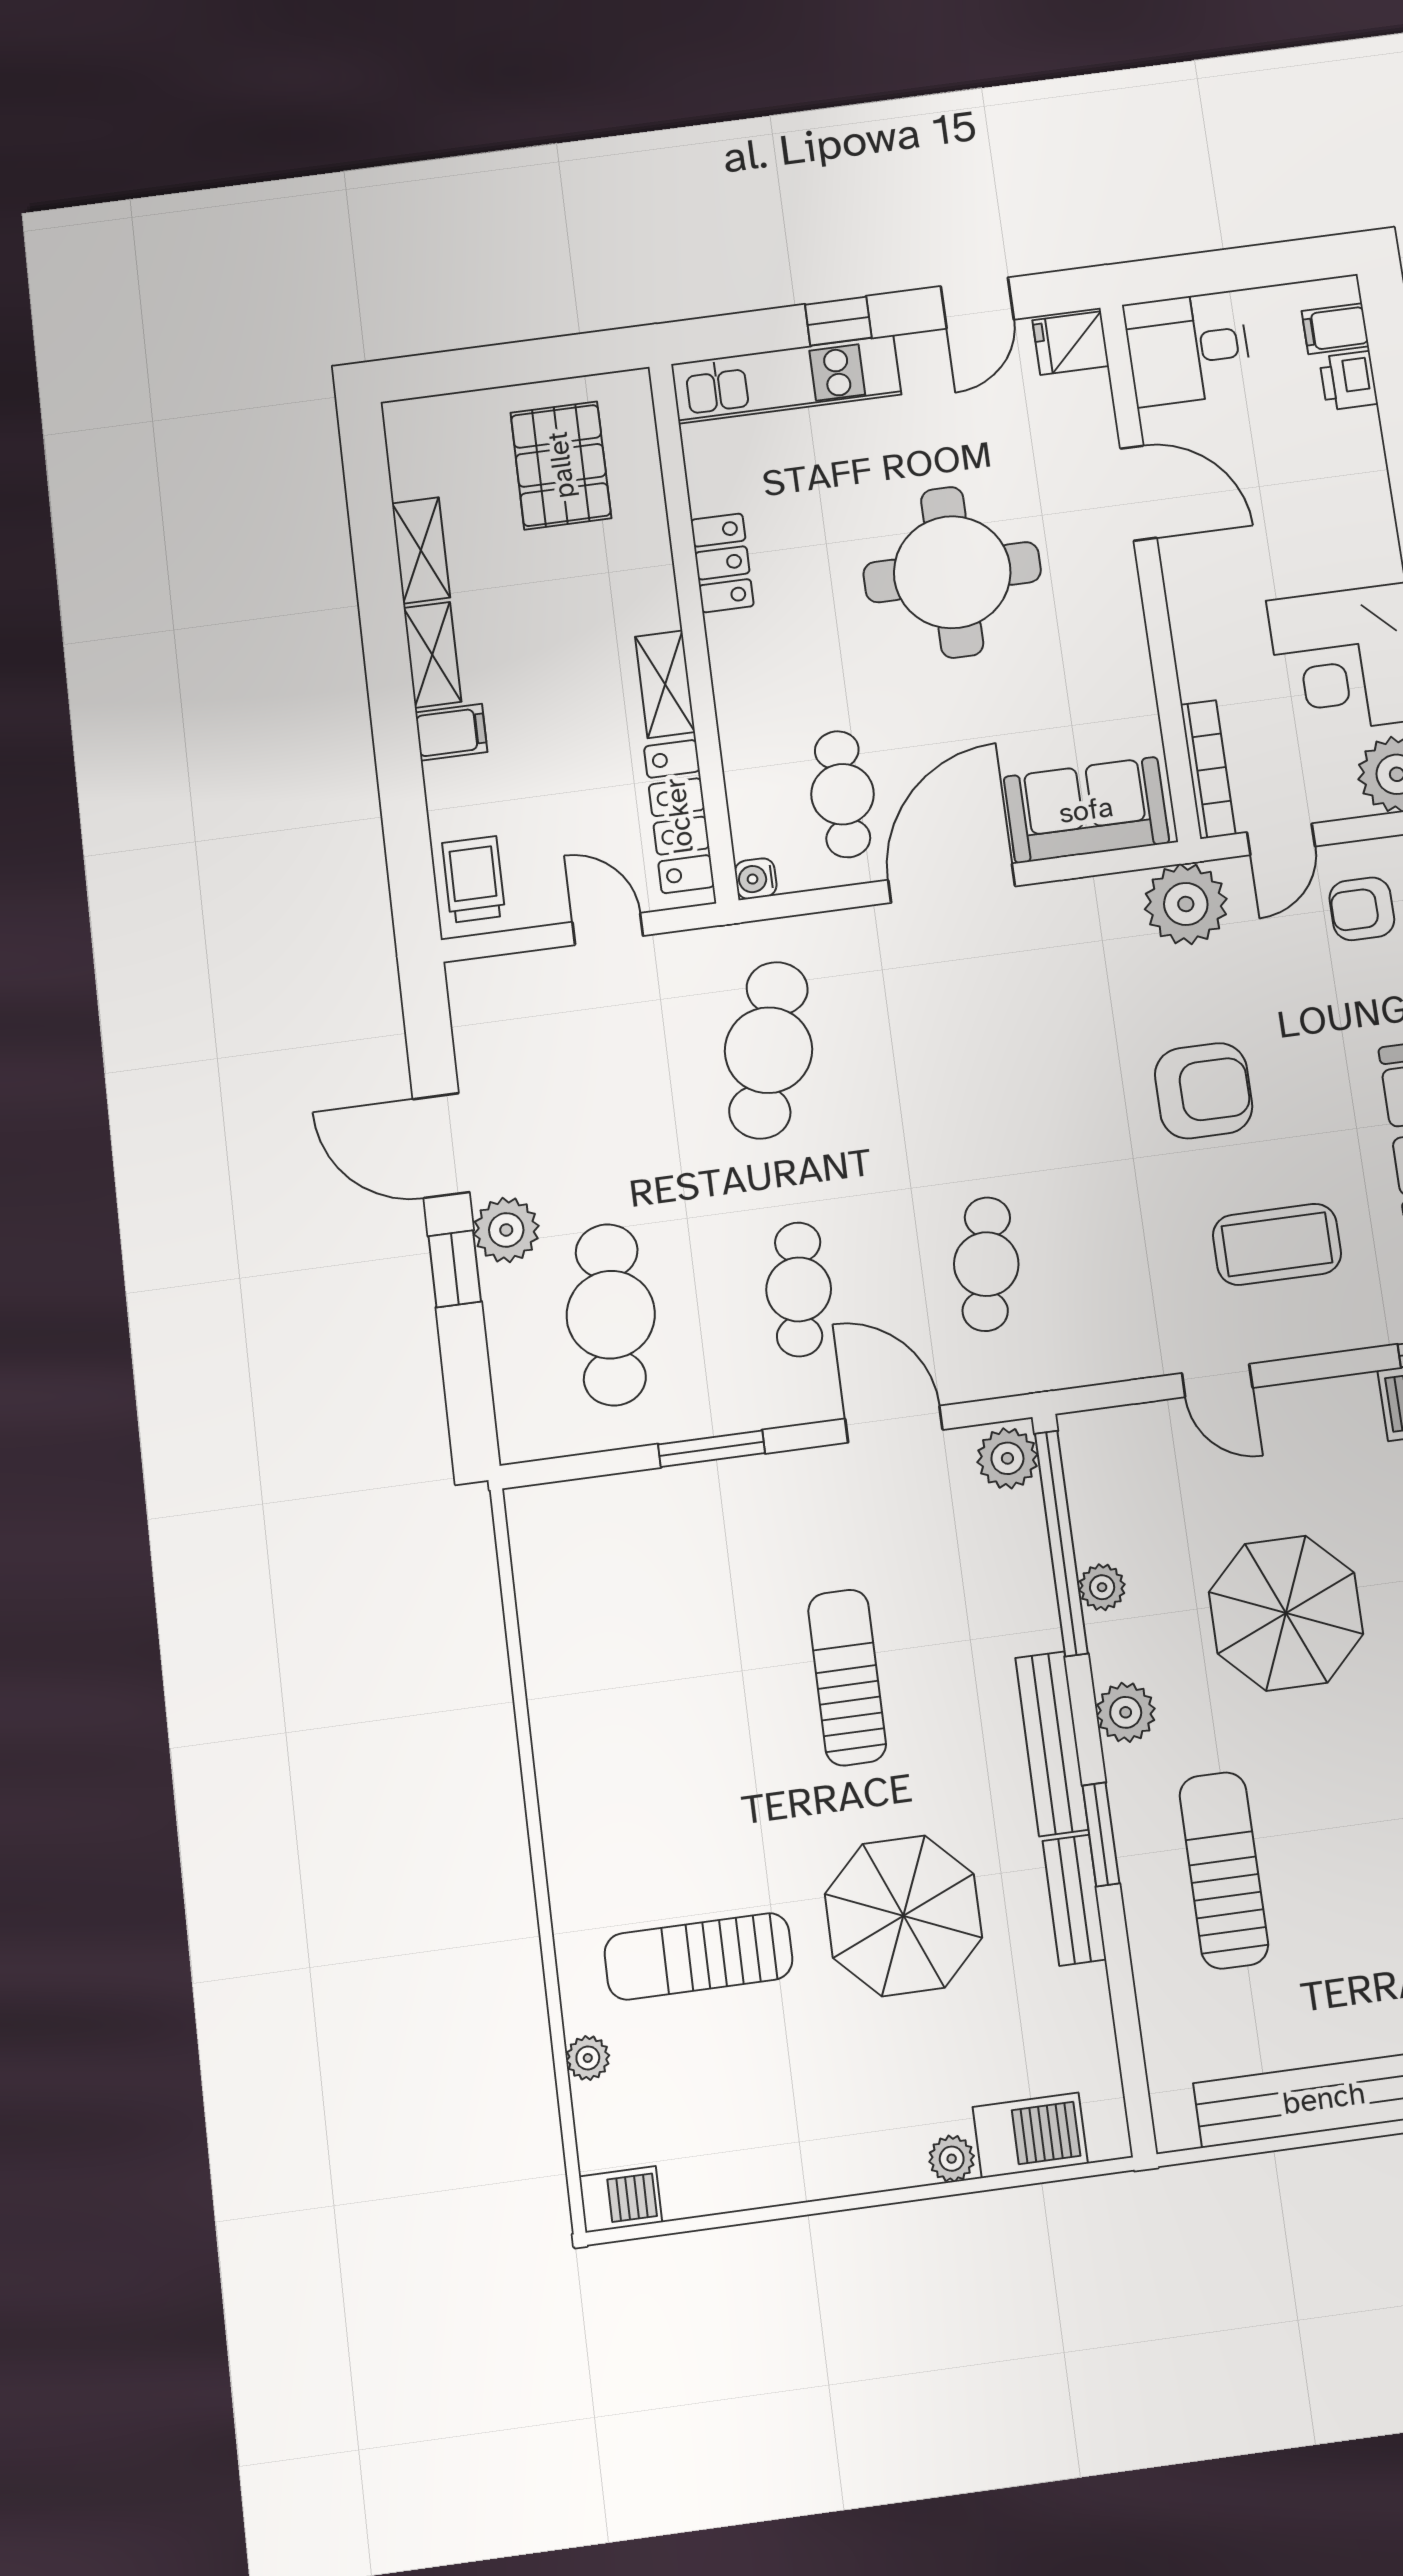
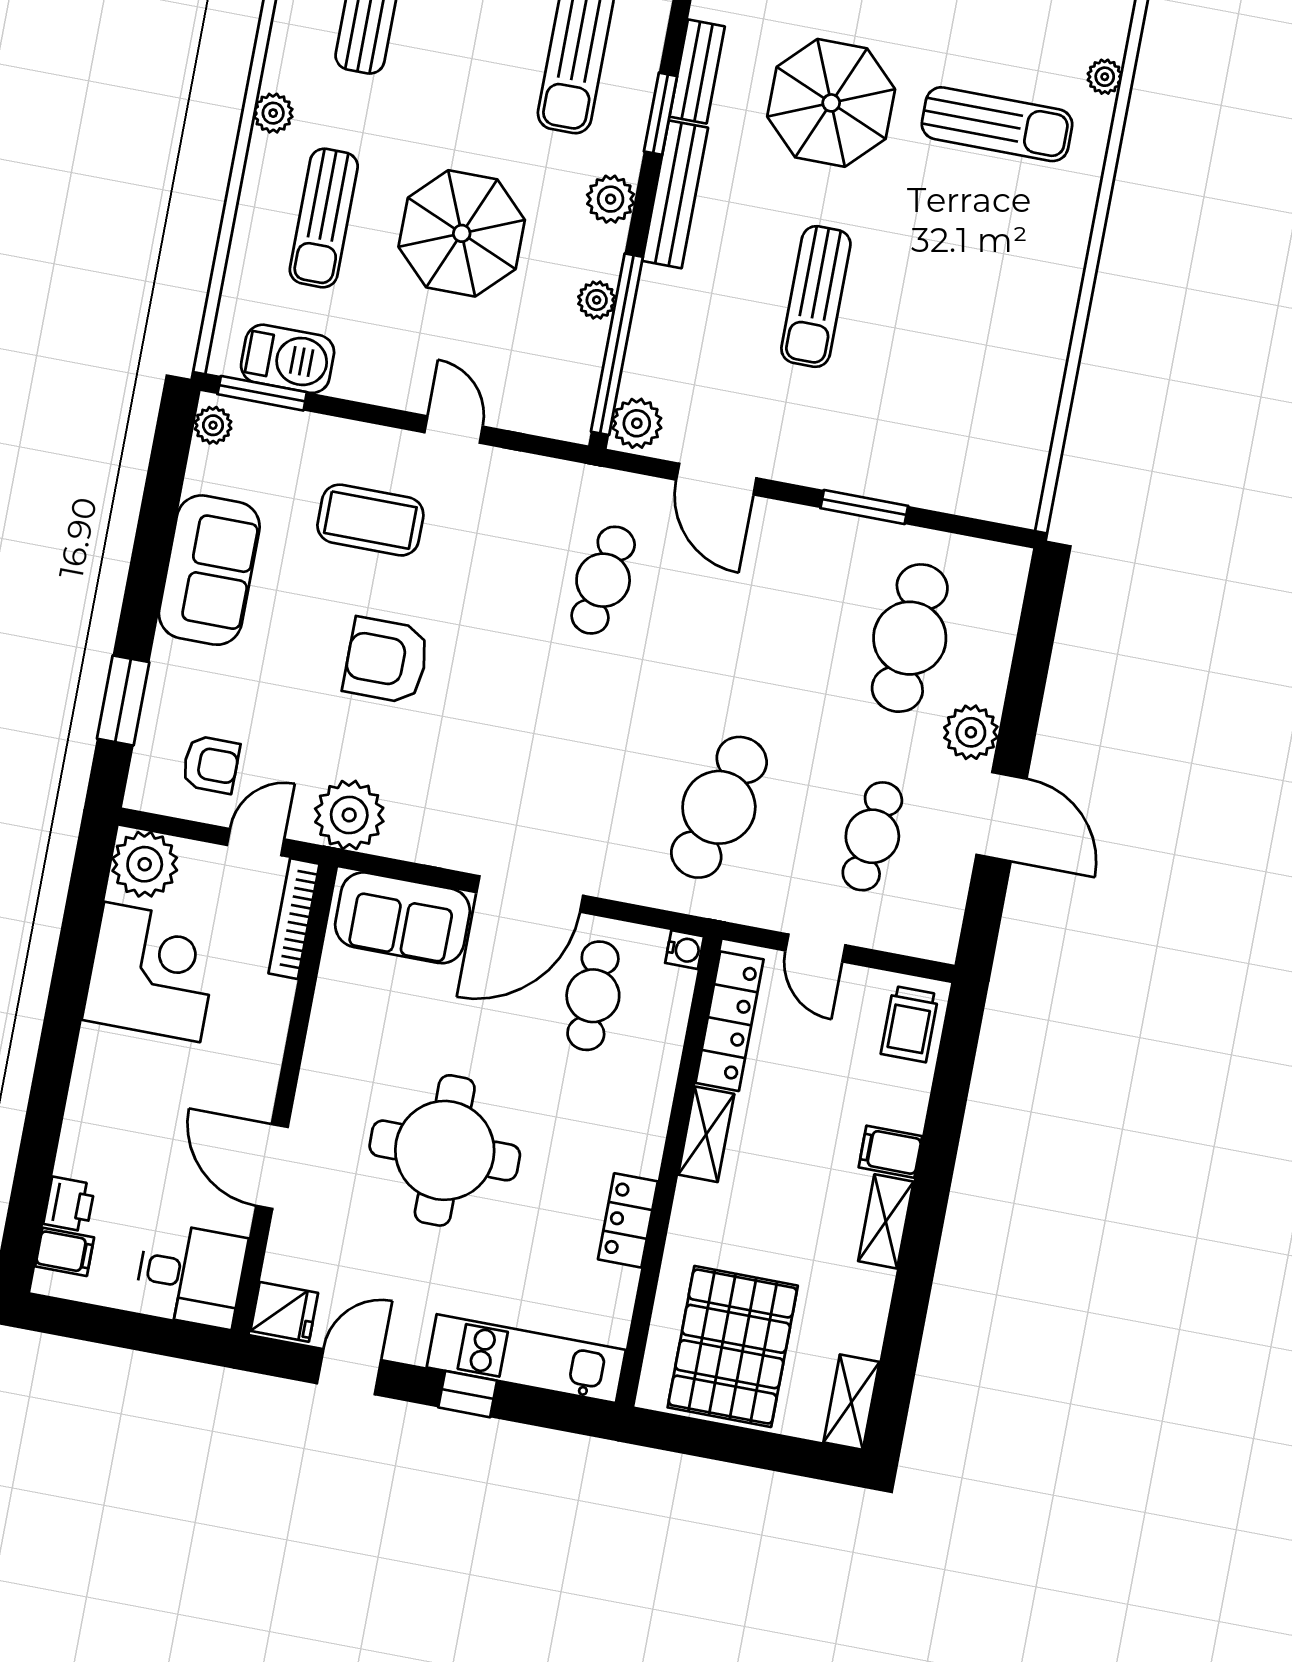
pallet: (561, 465) -> (733, 1347), width x1.37, depth x1.41
shelving: (421, 550) -> (851, 1402), moved
window: (455, 1269) -> (1021, 715), removed
cafe table: (799, 1289) -> (872, 836), moved

